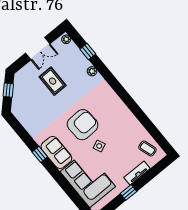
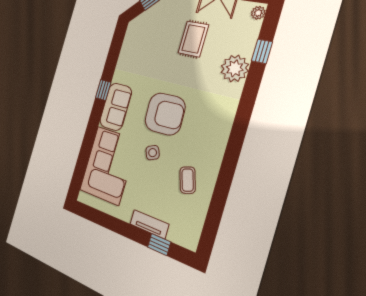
plant: (92, 71) -> (235, 68), width x1.87, depth x1.87
coffee table: (147, 149) -> (188, 180), moved
window: (128, 192) -> (159, 245), moved

